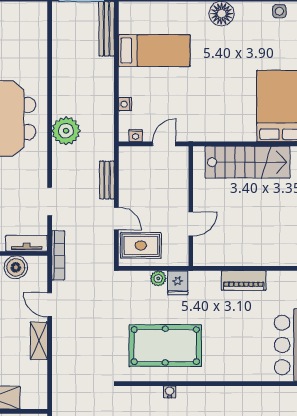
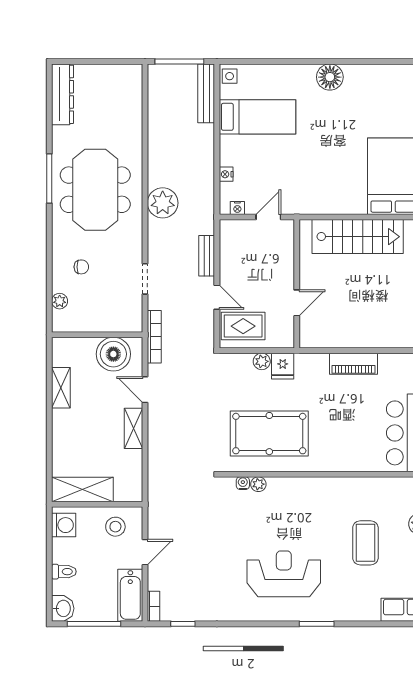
side table: (279, 11) -> (230, 76), moved
tv unit: (27, 243) -> (120, 324), removed
boiler: (16, 267) -> (113, 354), width x1.37, depth x1.37
water cooler: (170, 392) -> (243, 483), moved
plant: (155, 393) -> (258, 484), added

